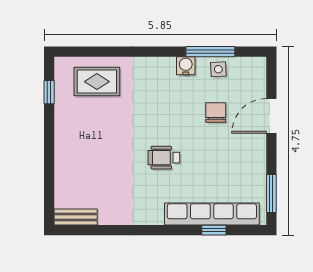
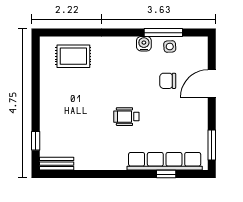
window: (49, 92) -> (36, 141), moved
chair: (216, 113) -> (168, 81), turned -90

